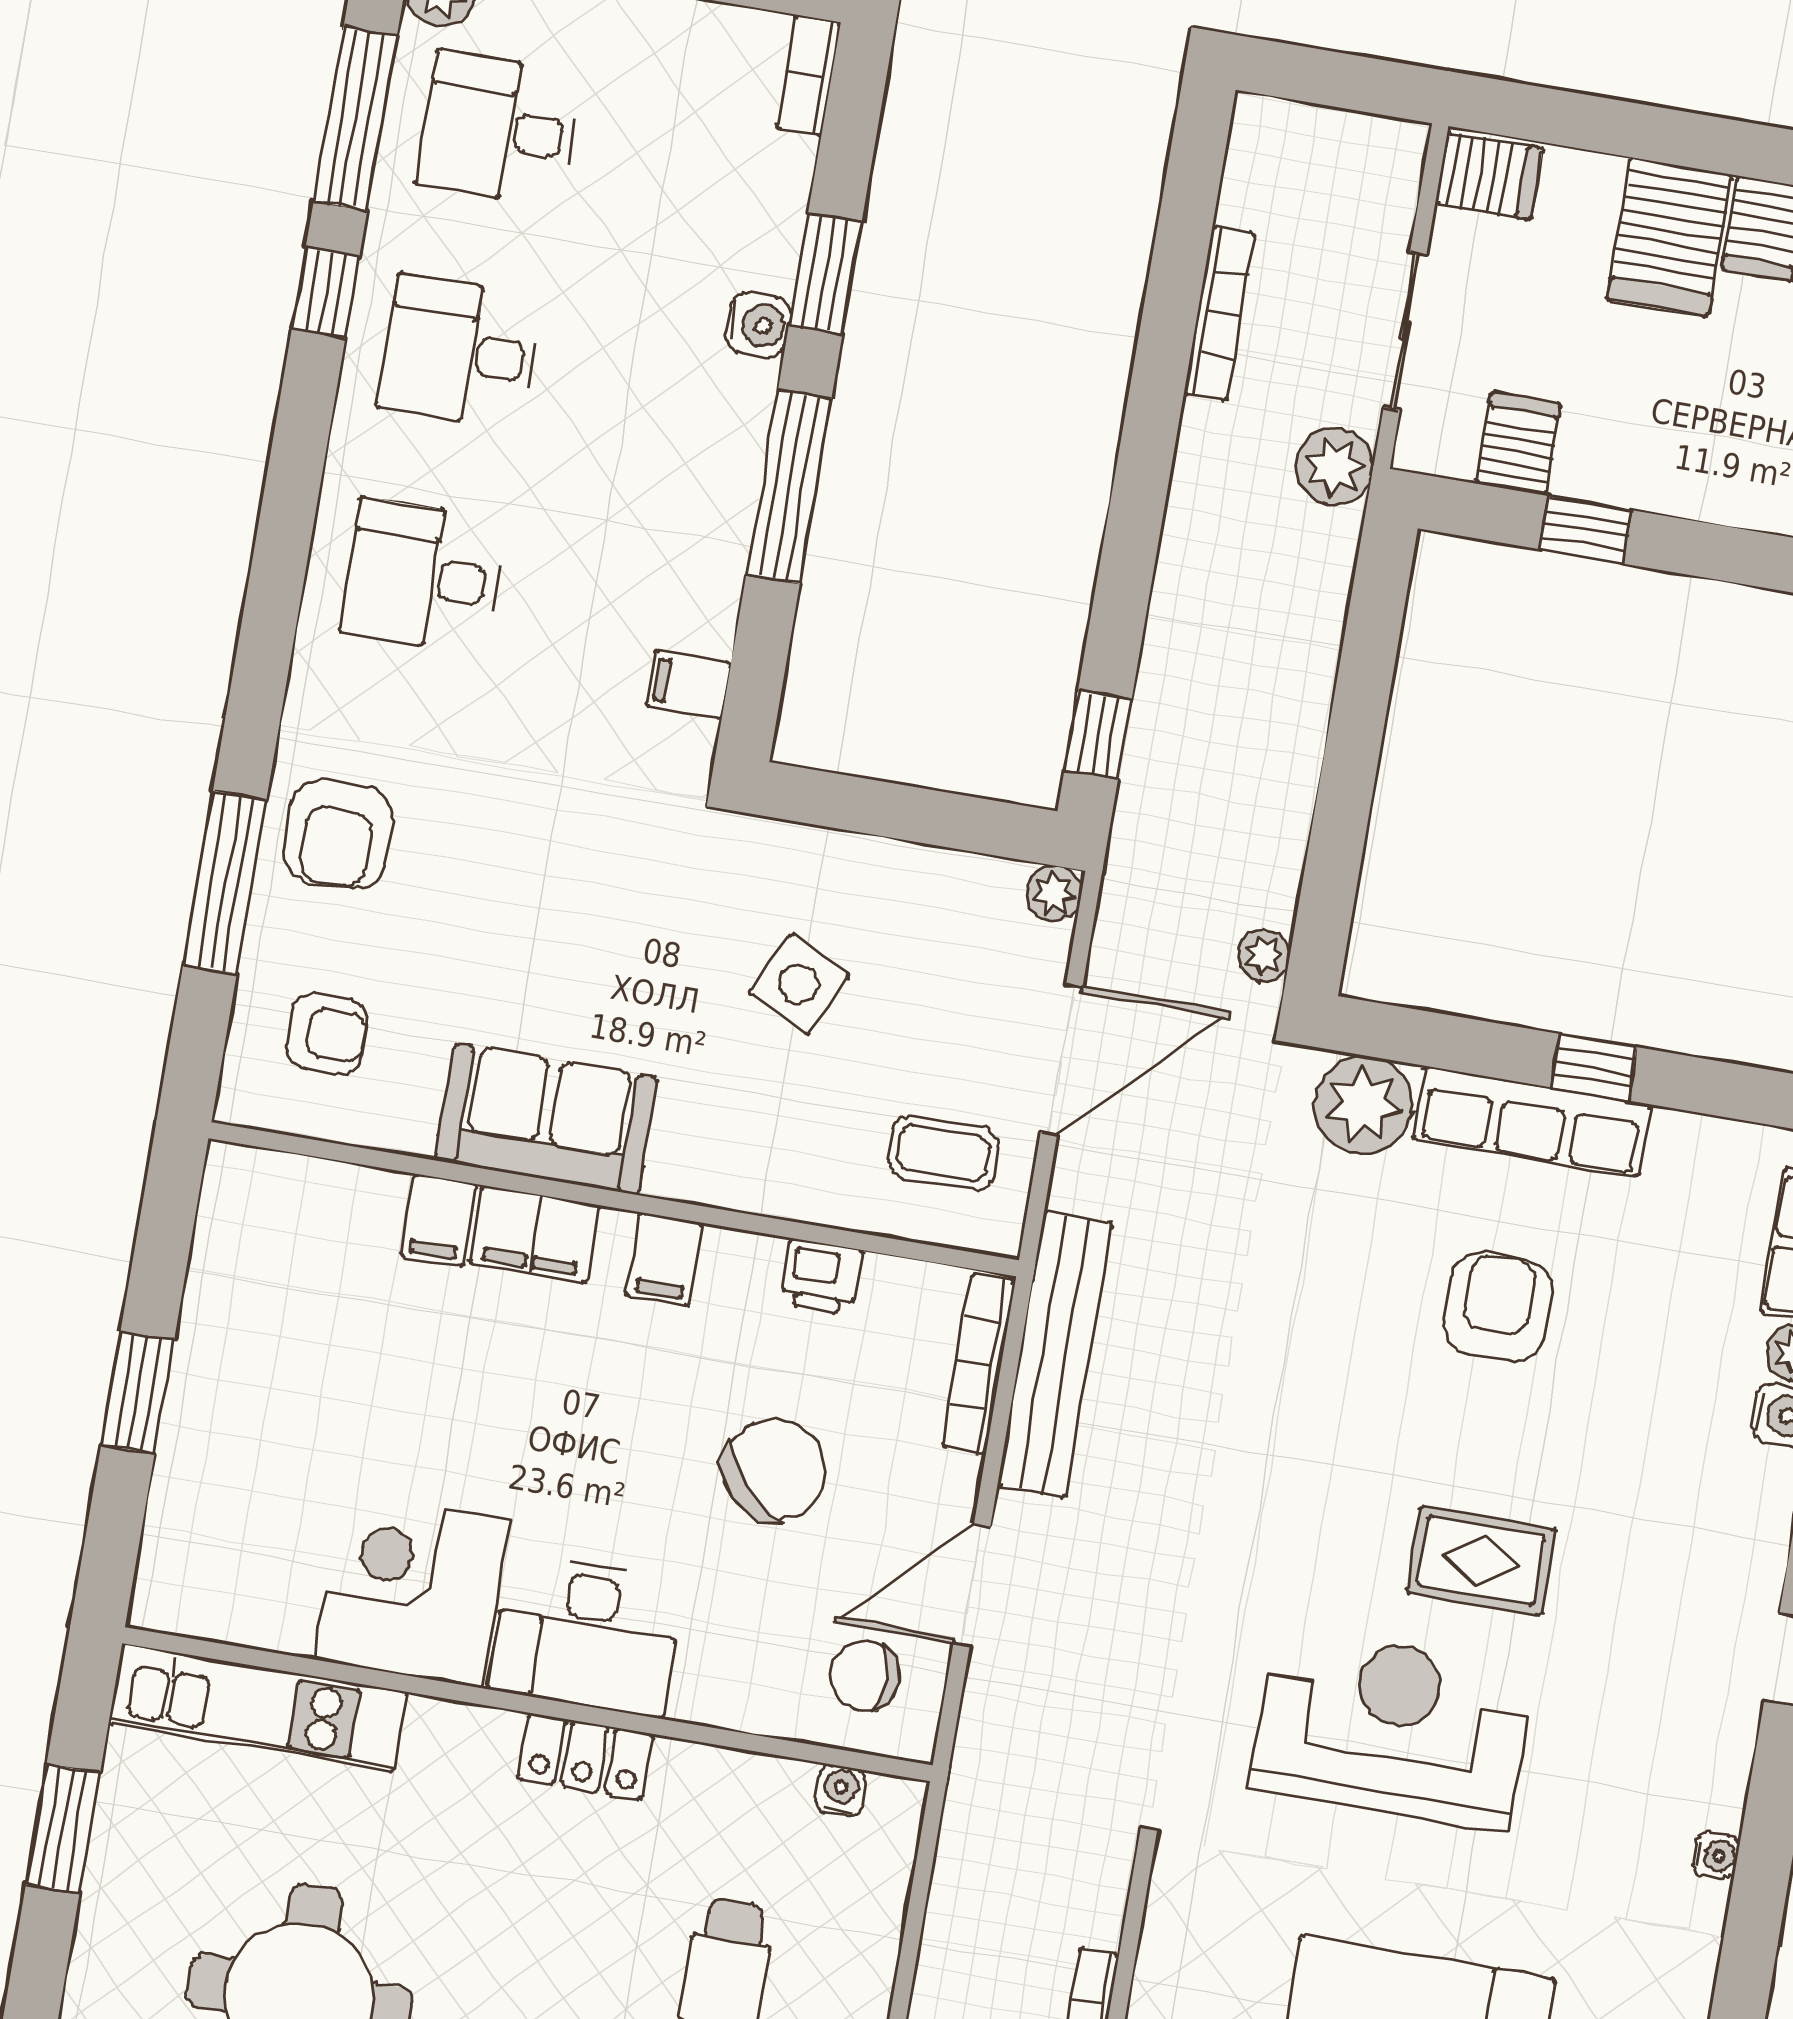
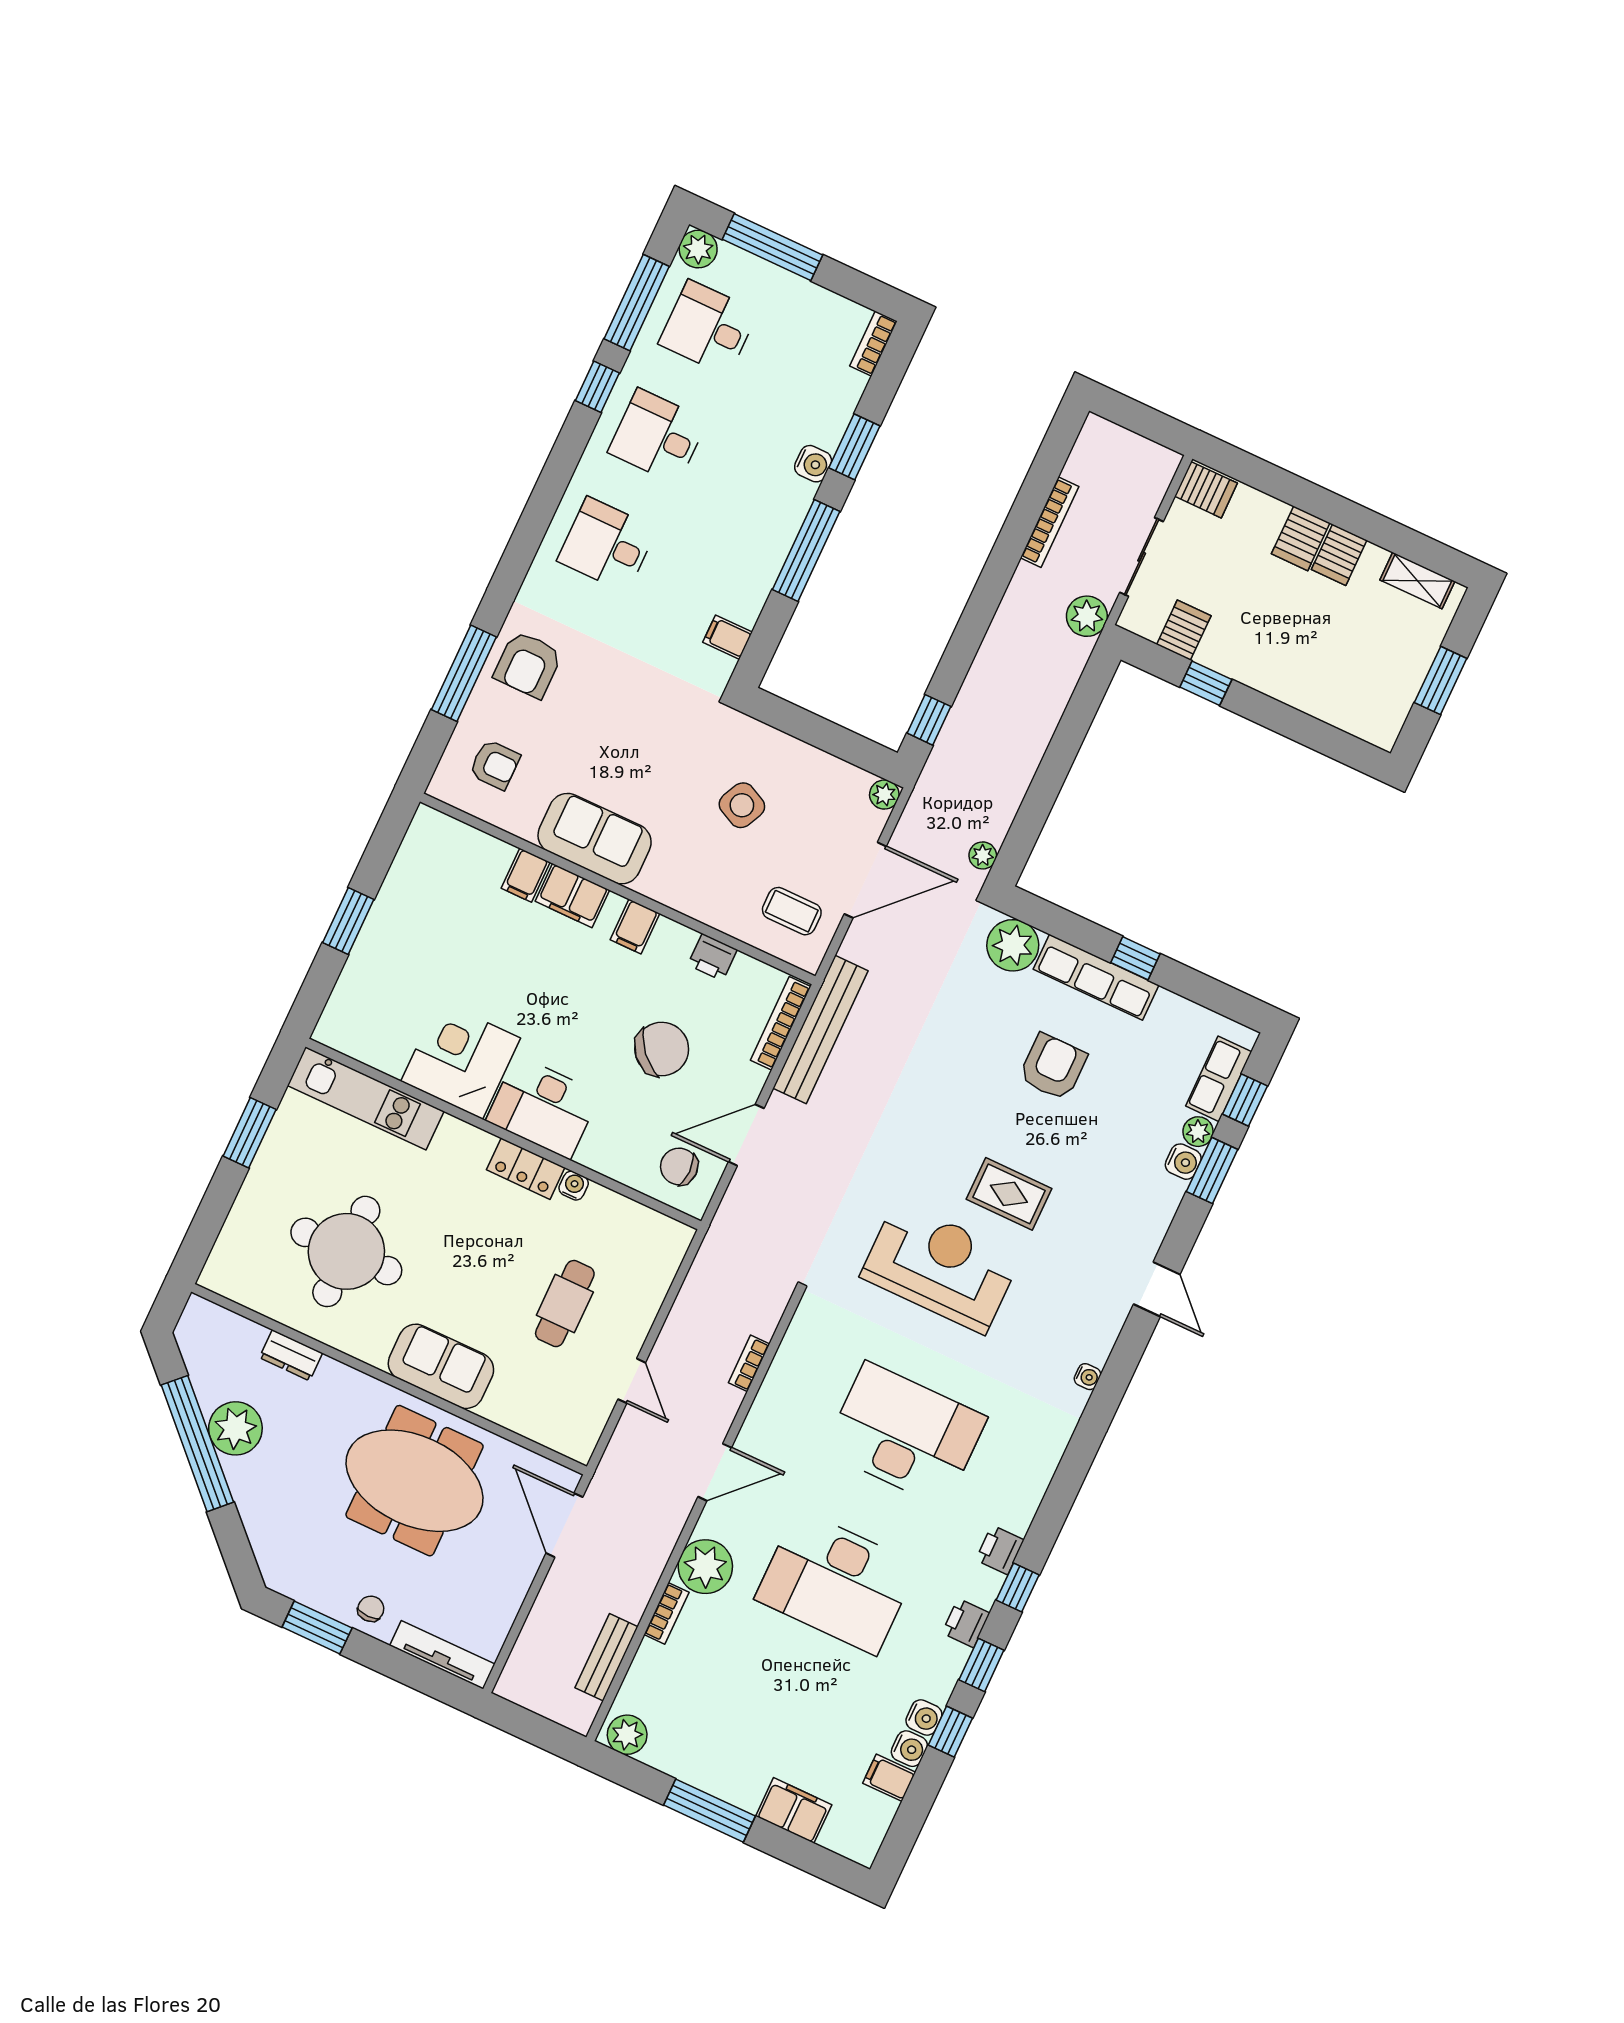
server rack: (1669, 237) -> (1301, 538), width x0.73, depth x0.70
water cooler: (840, 1791) -> (574, 1186), moved

